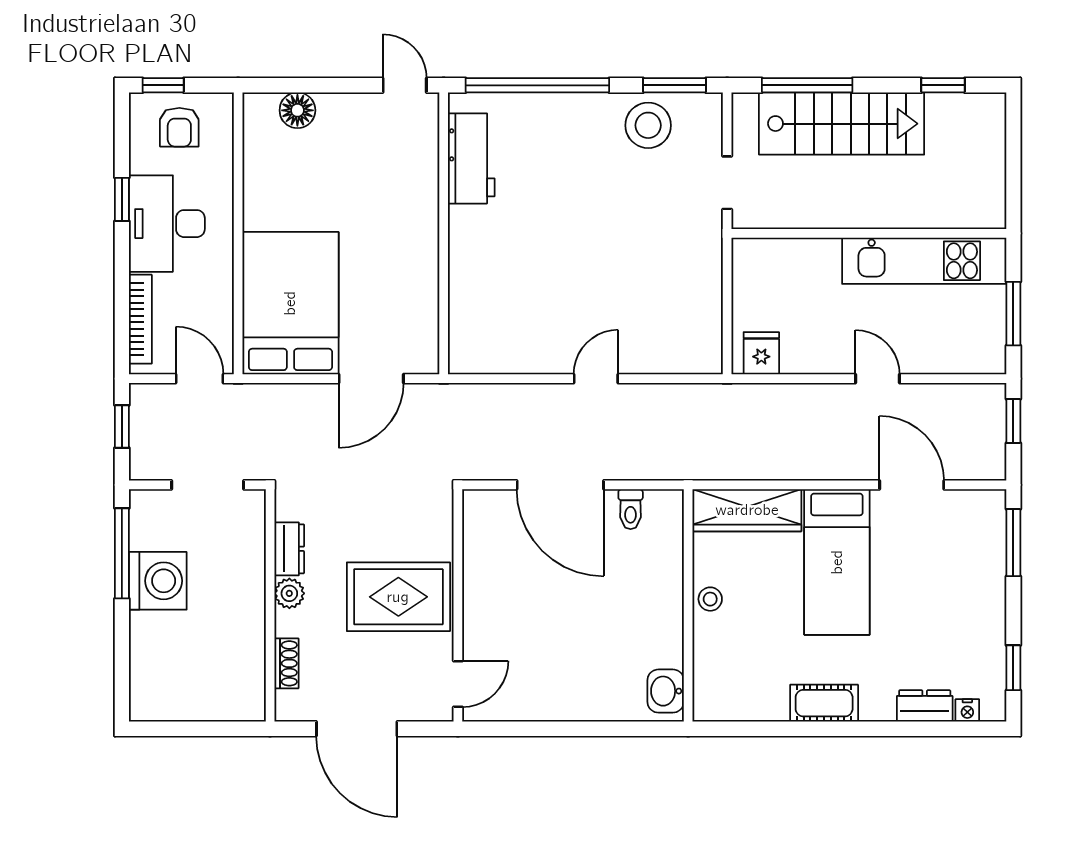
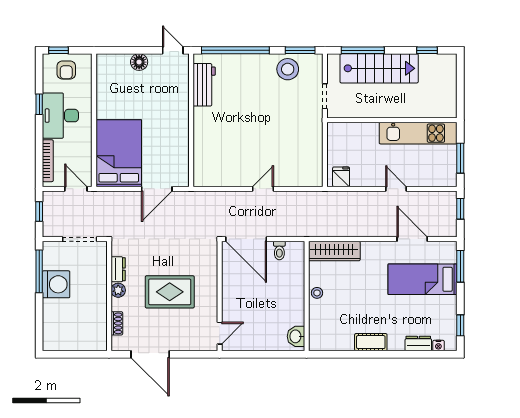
floor lamp: (297, 110) -> (139, 62), moved
bed: (837, 562) -> (422, 279), moved, turned 90
wall: (458, 605) -> (220, 296), moved
door: (458, 684) -> (220, 333), moved

